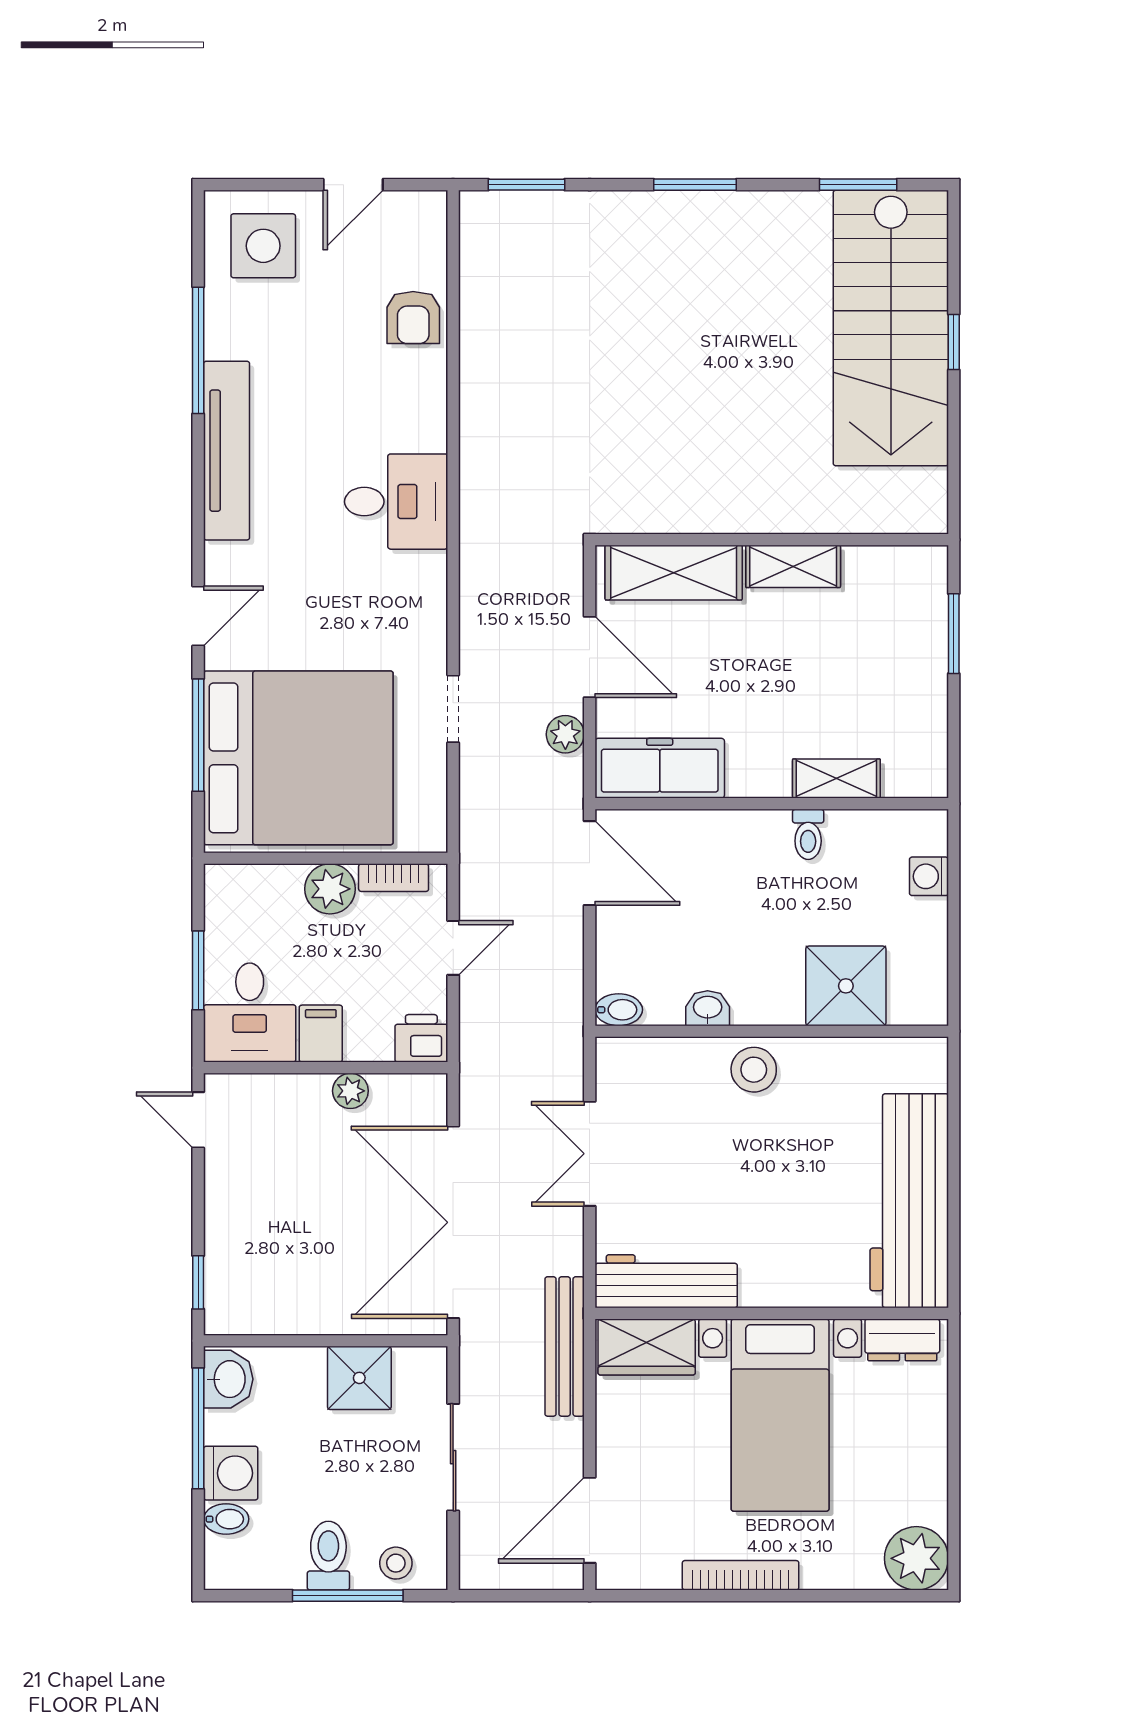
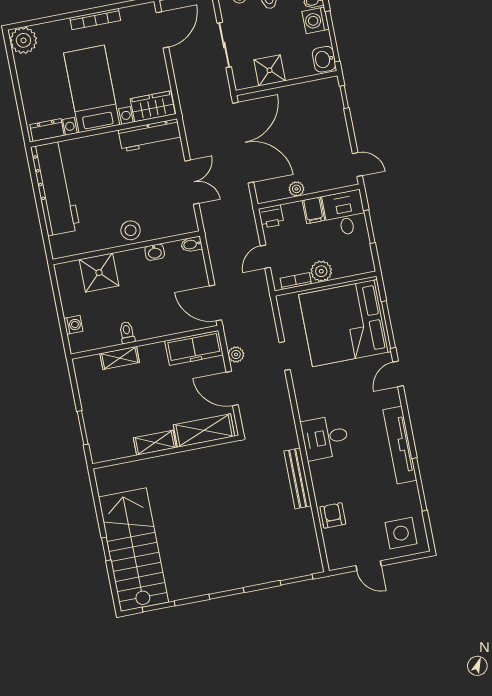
door: (353, 185) -> (369, 566), swing flipped
bench: (565, 1346) -> (298, 478), moved

